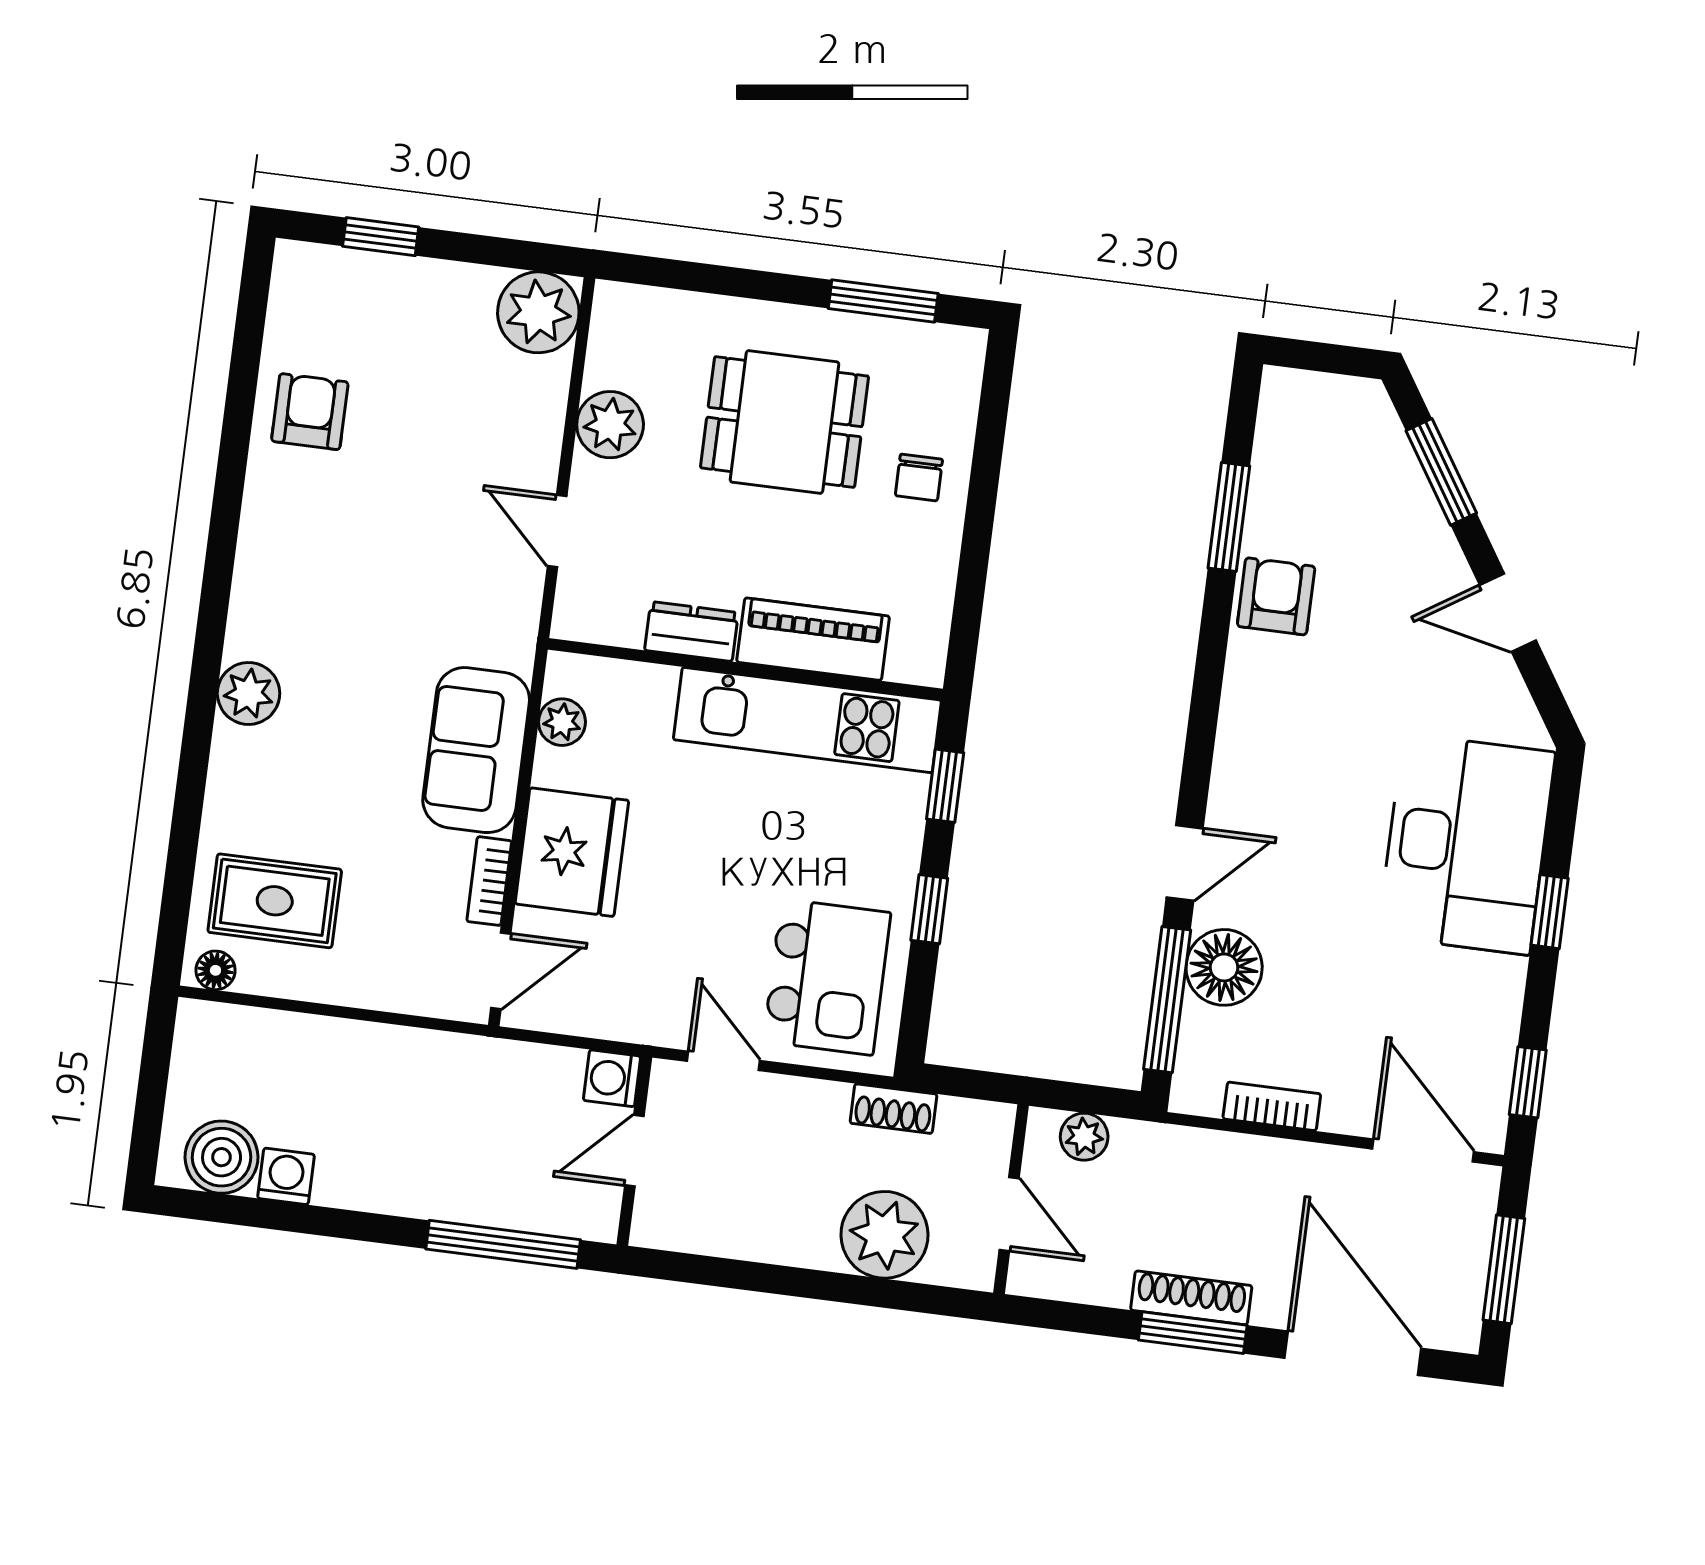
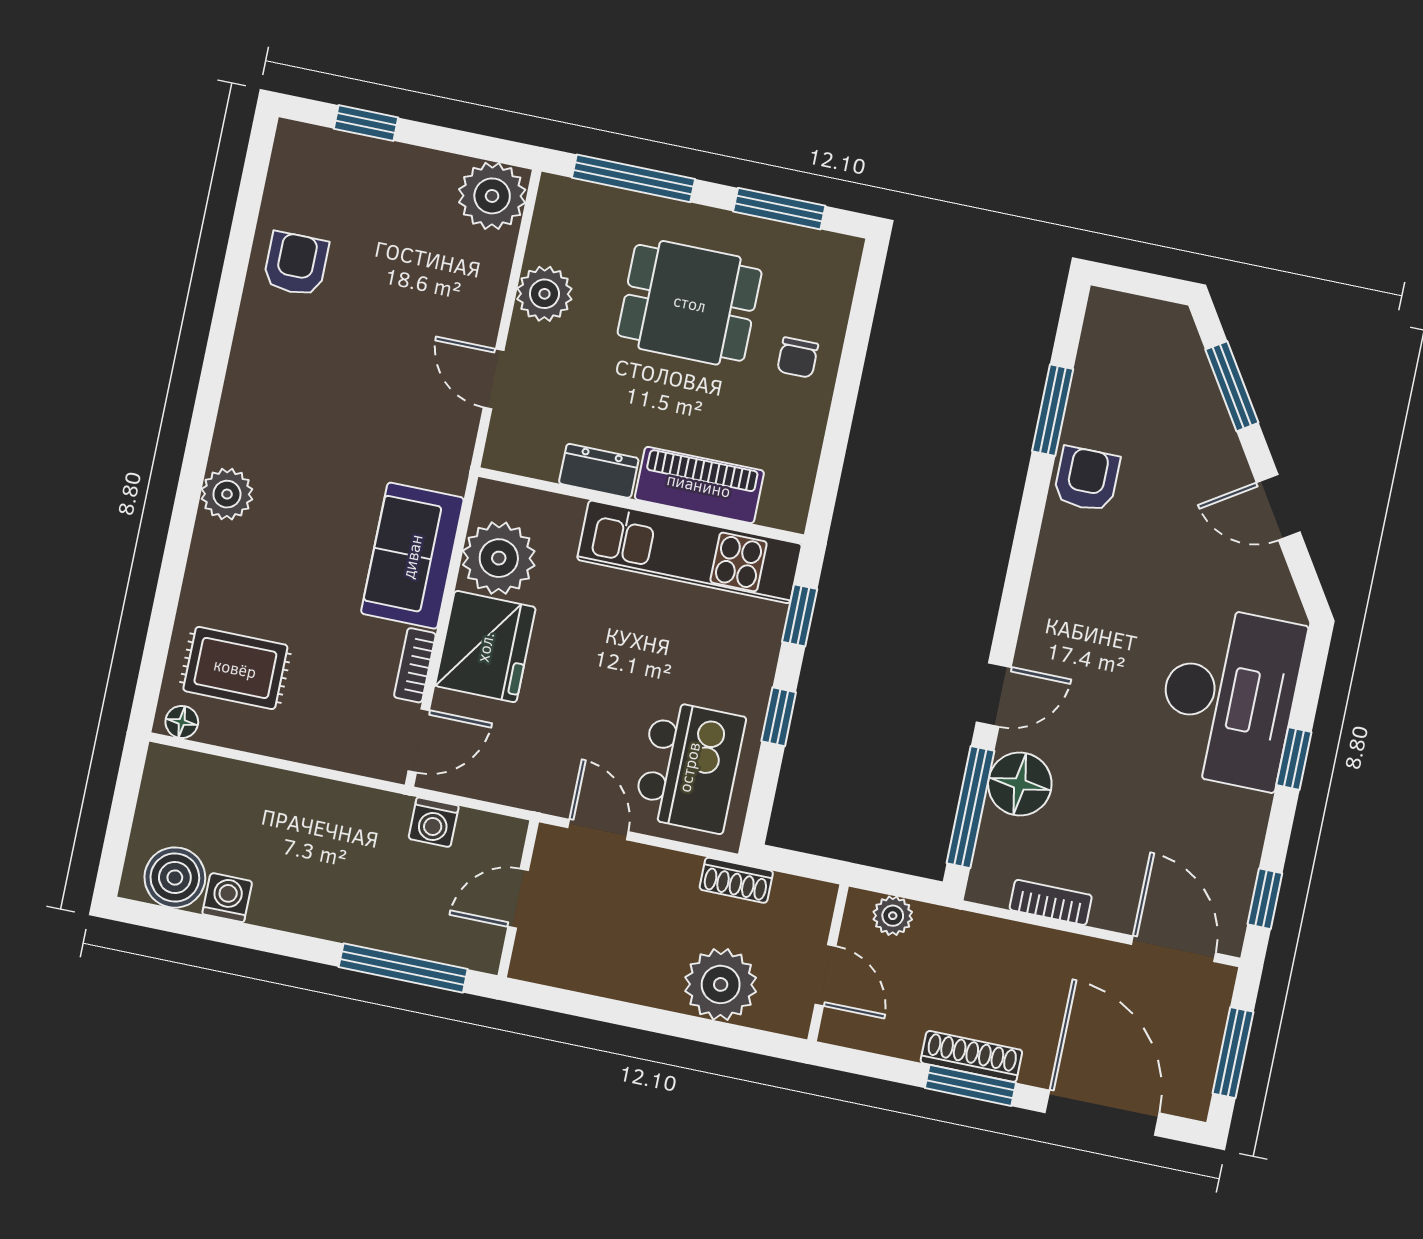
window: (706, 278) -> (634, 178), added
plant: (562, 722) -> (499, 558), width x1.87, depth x1.87
washing machine: (612, 1078) -> (434, 822), moved, turned -90

